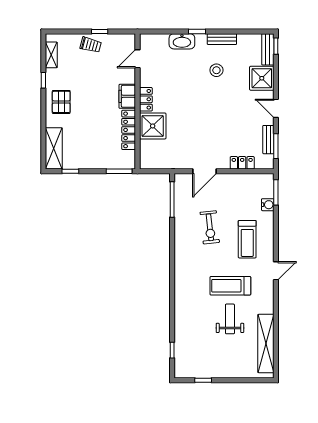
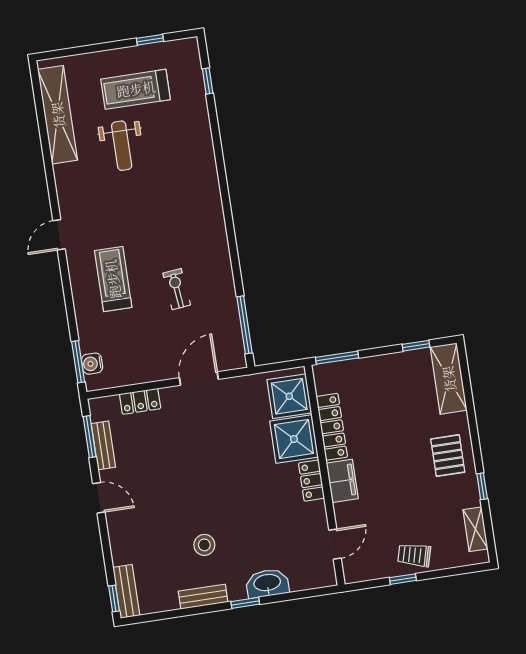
shower: (262, 78) -> (289, 396), moved
water cooler: (268, 205) -> (92, 364), moved
exercise bike: (210, 227) -> (177, 289), width x0.73, depth x0.72
treadmill: (230, 286) -> (136, 89), moved, turned 180

